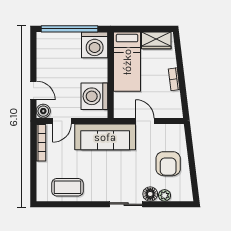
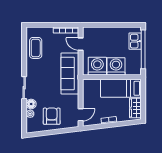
kitchen sink: (57, 41) -> (135, 41), added
washing machine: (95, 45) -> (116, 66), moved, turned 90
door: (33, 90) -> (101, 25), removed
boiler: (43, 111) -> (87, 32), removed
door: (145, 121) -> (81, 115), moved
armchair: (168, 164) -> (52, 116), turned 90

